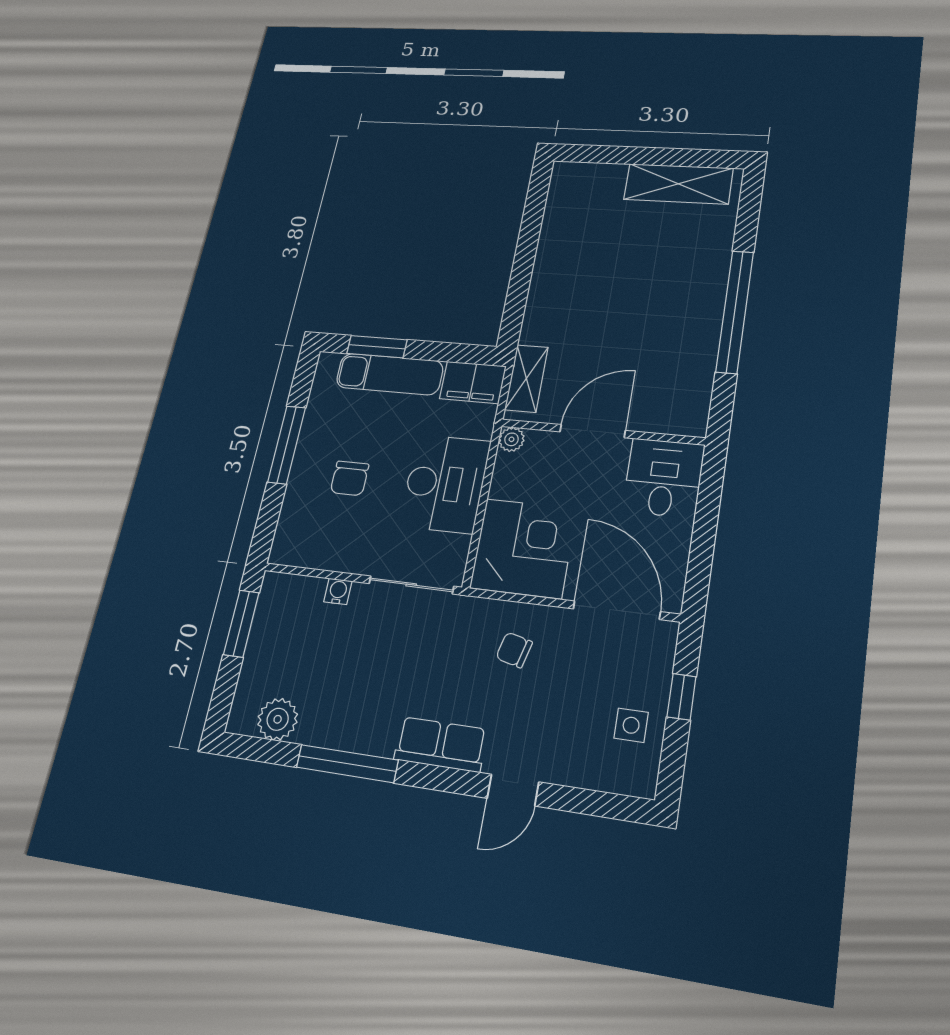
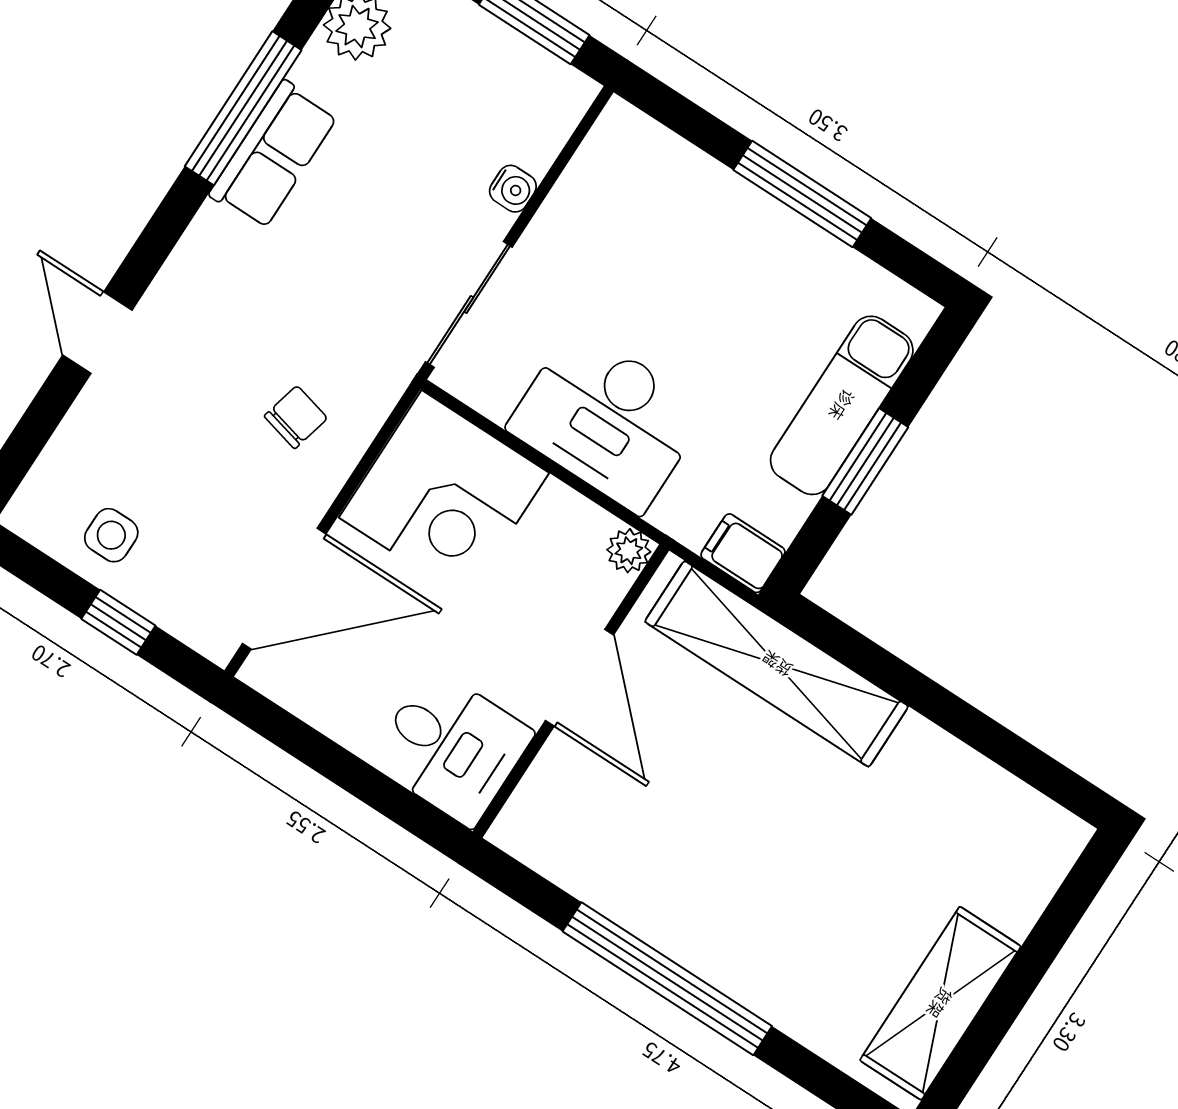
window: (377, 347) -> (865, 461), moved
shelving: (526, 378) -> (777, 664), width x2.20, depth x1.33
filing cabinet: (473, 382) -> (743, 553), width x0.50
chair: (350, 478) -> (692, 274), removed
row of seats: (441, 744) -> (273, 155), moved

